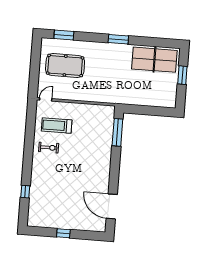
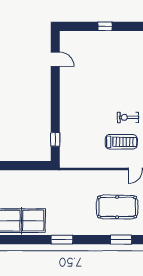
window: (117, 132) -> (55, 139), width x0.46
door: (112, 206) -> (55, 59), width x0.53

